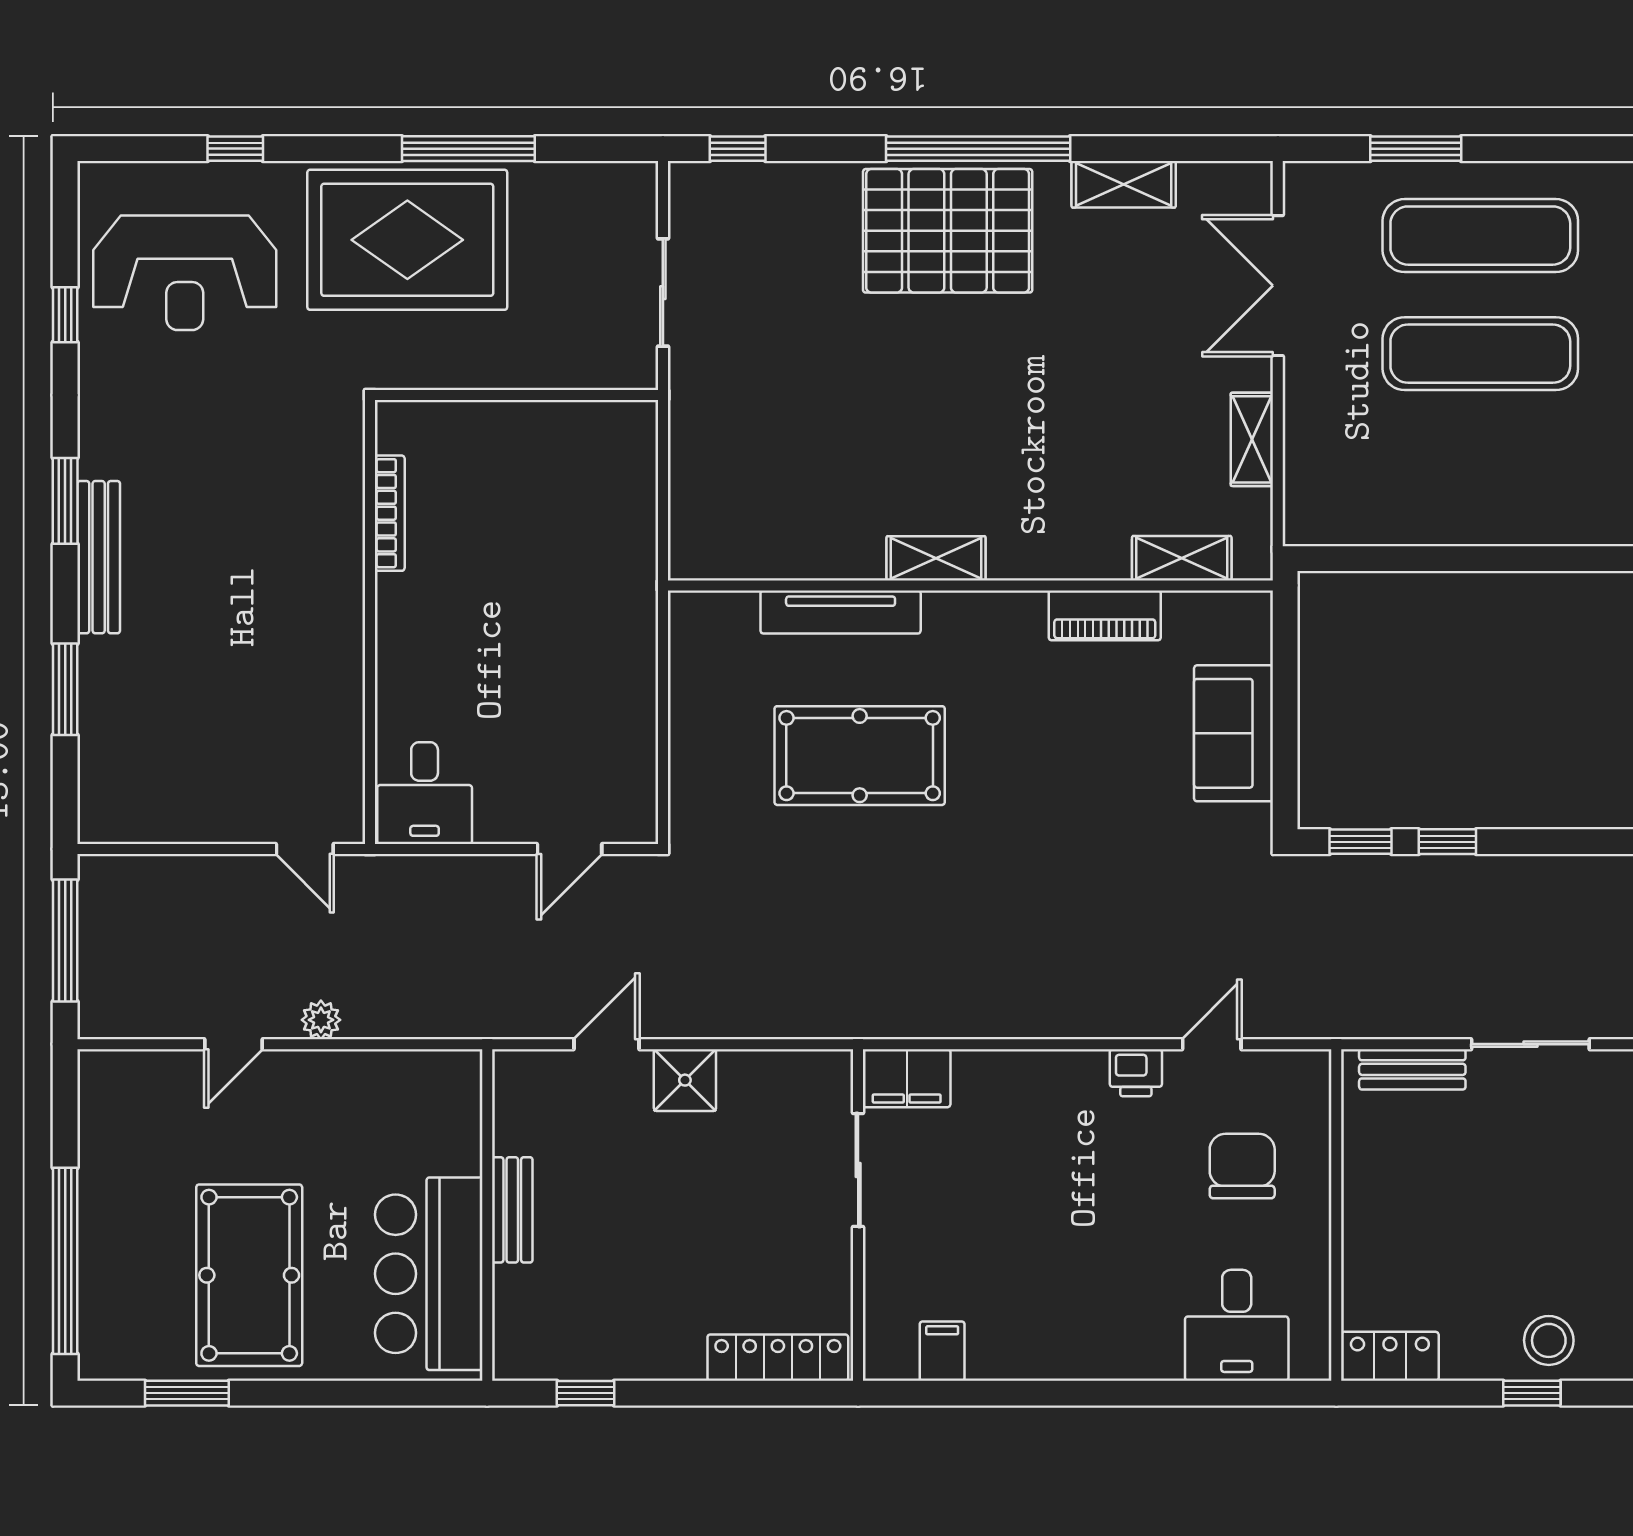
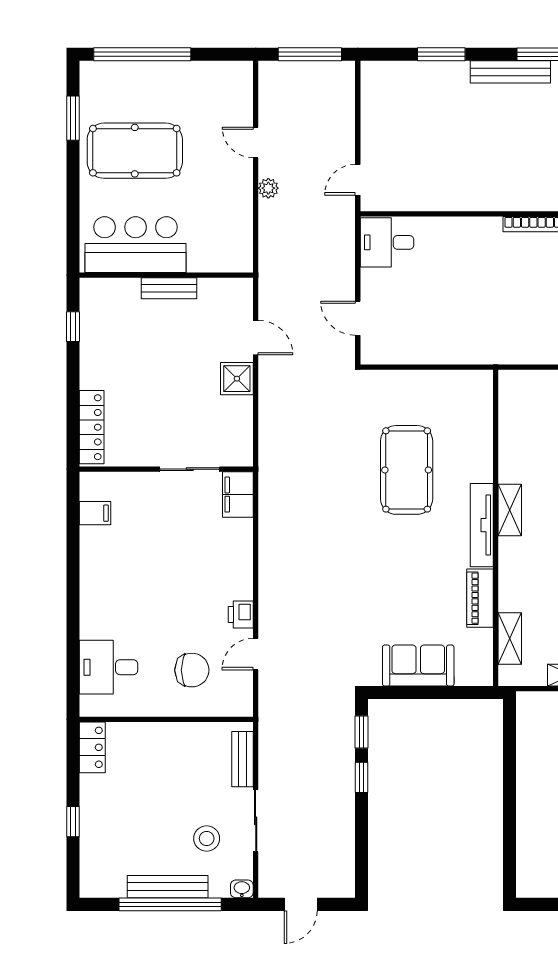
tv unit: (841, 612) -> (482, 525), moved
door: (1212, 1044) -> (256, 654), swing flipped
stool: (1549, 1340) -> (207, 838), moved

